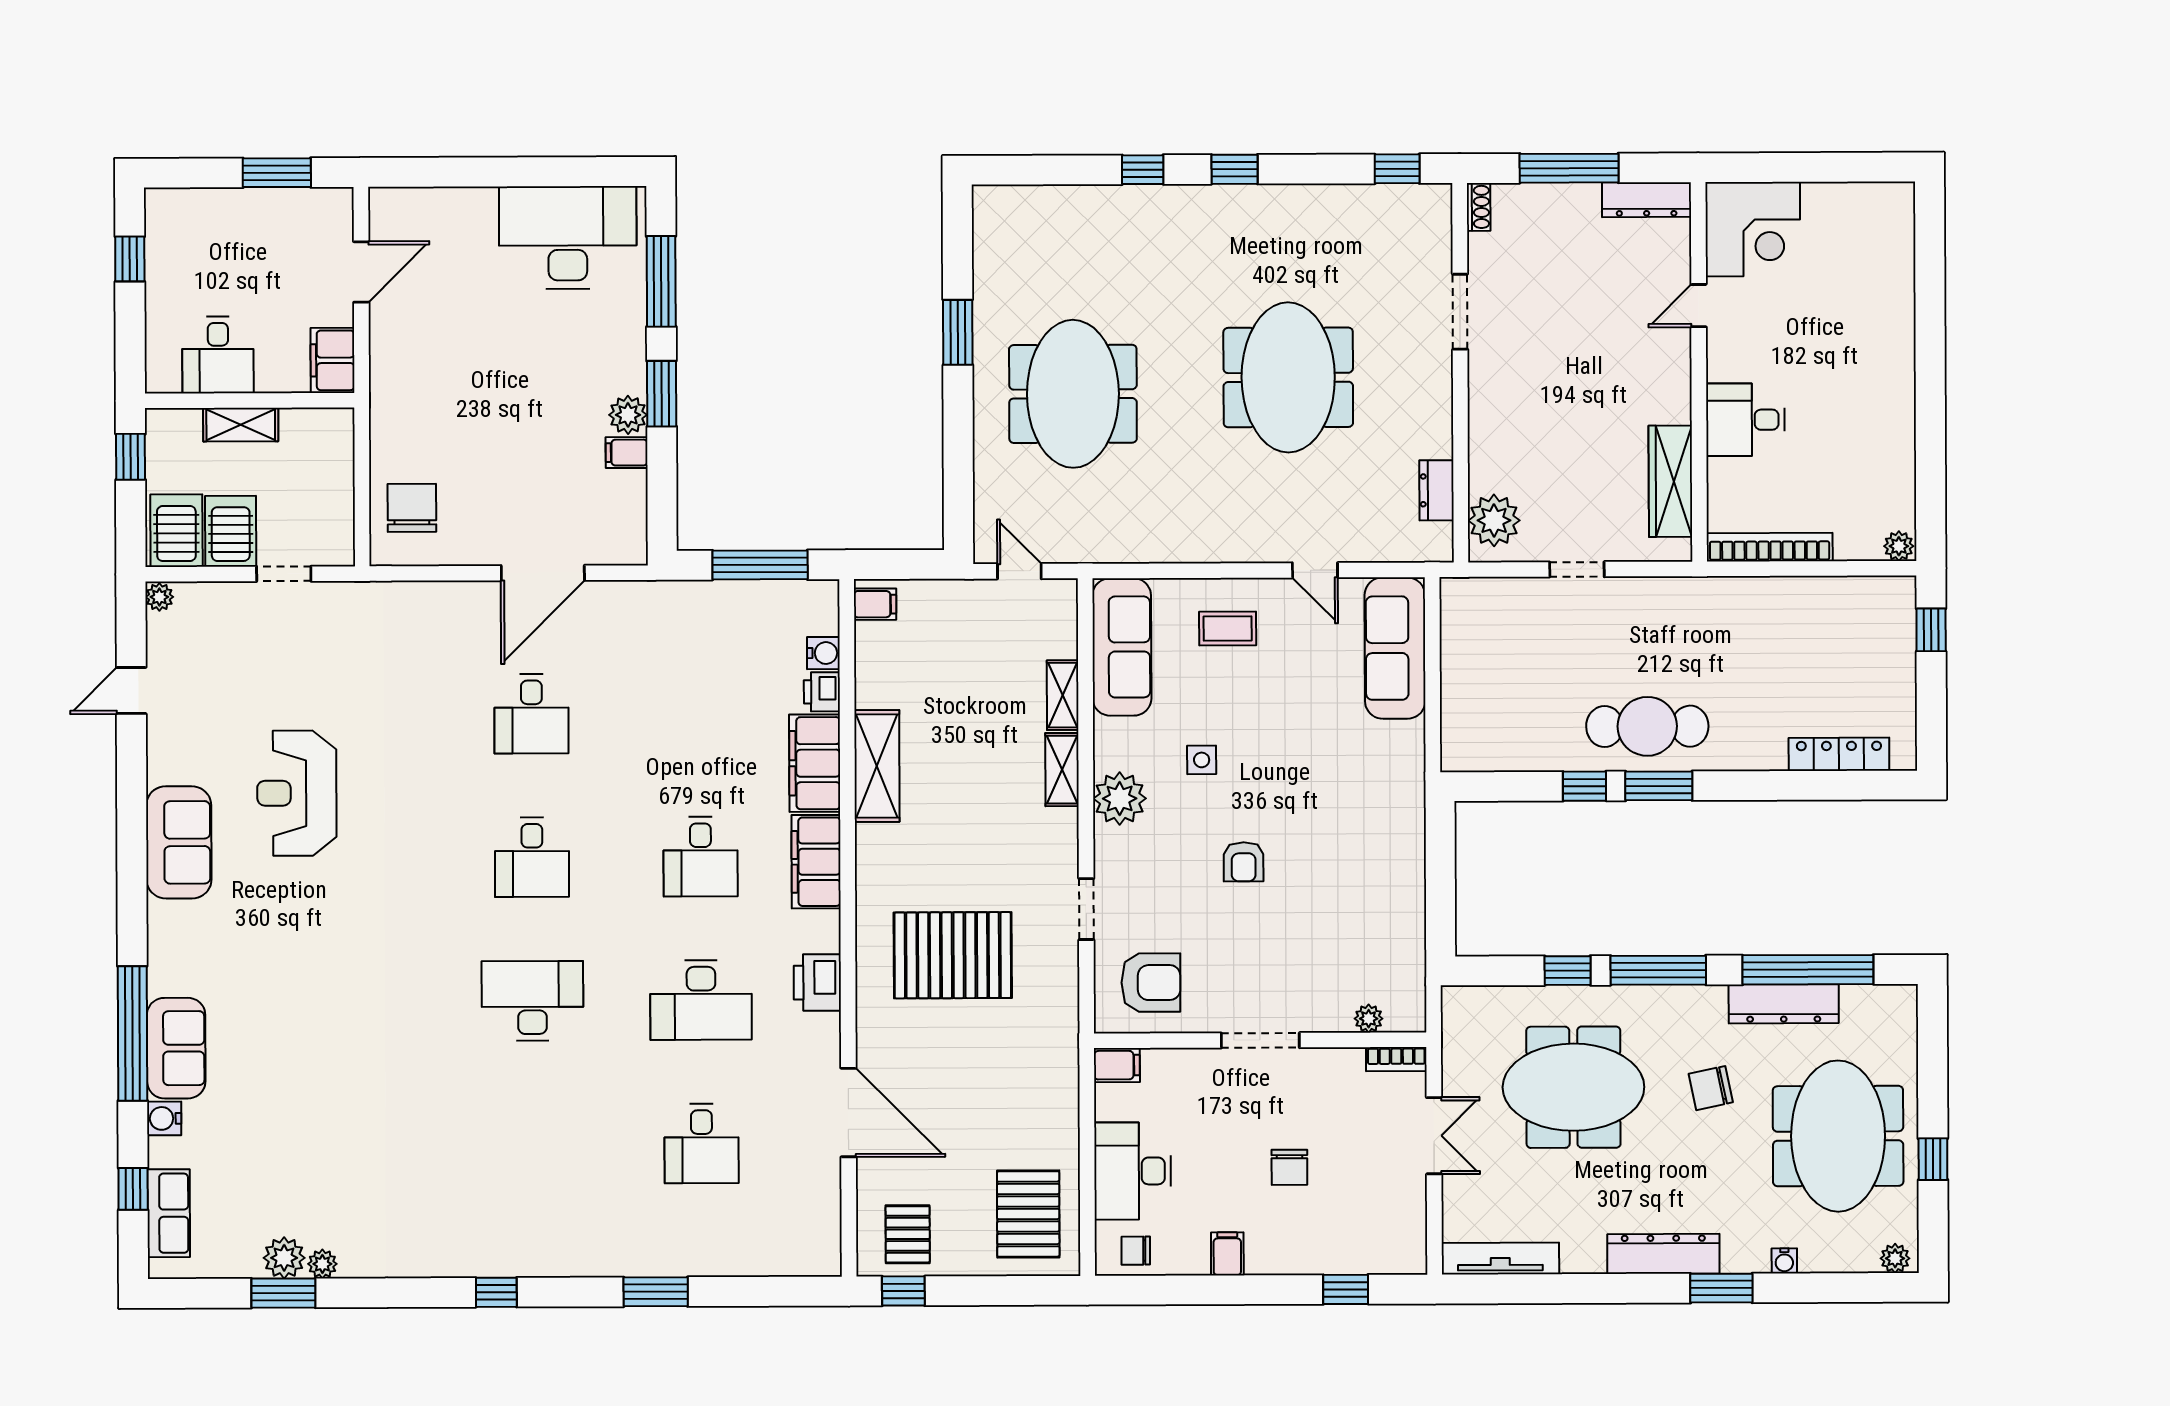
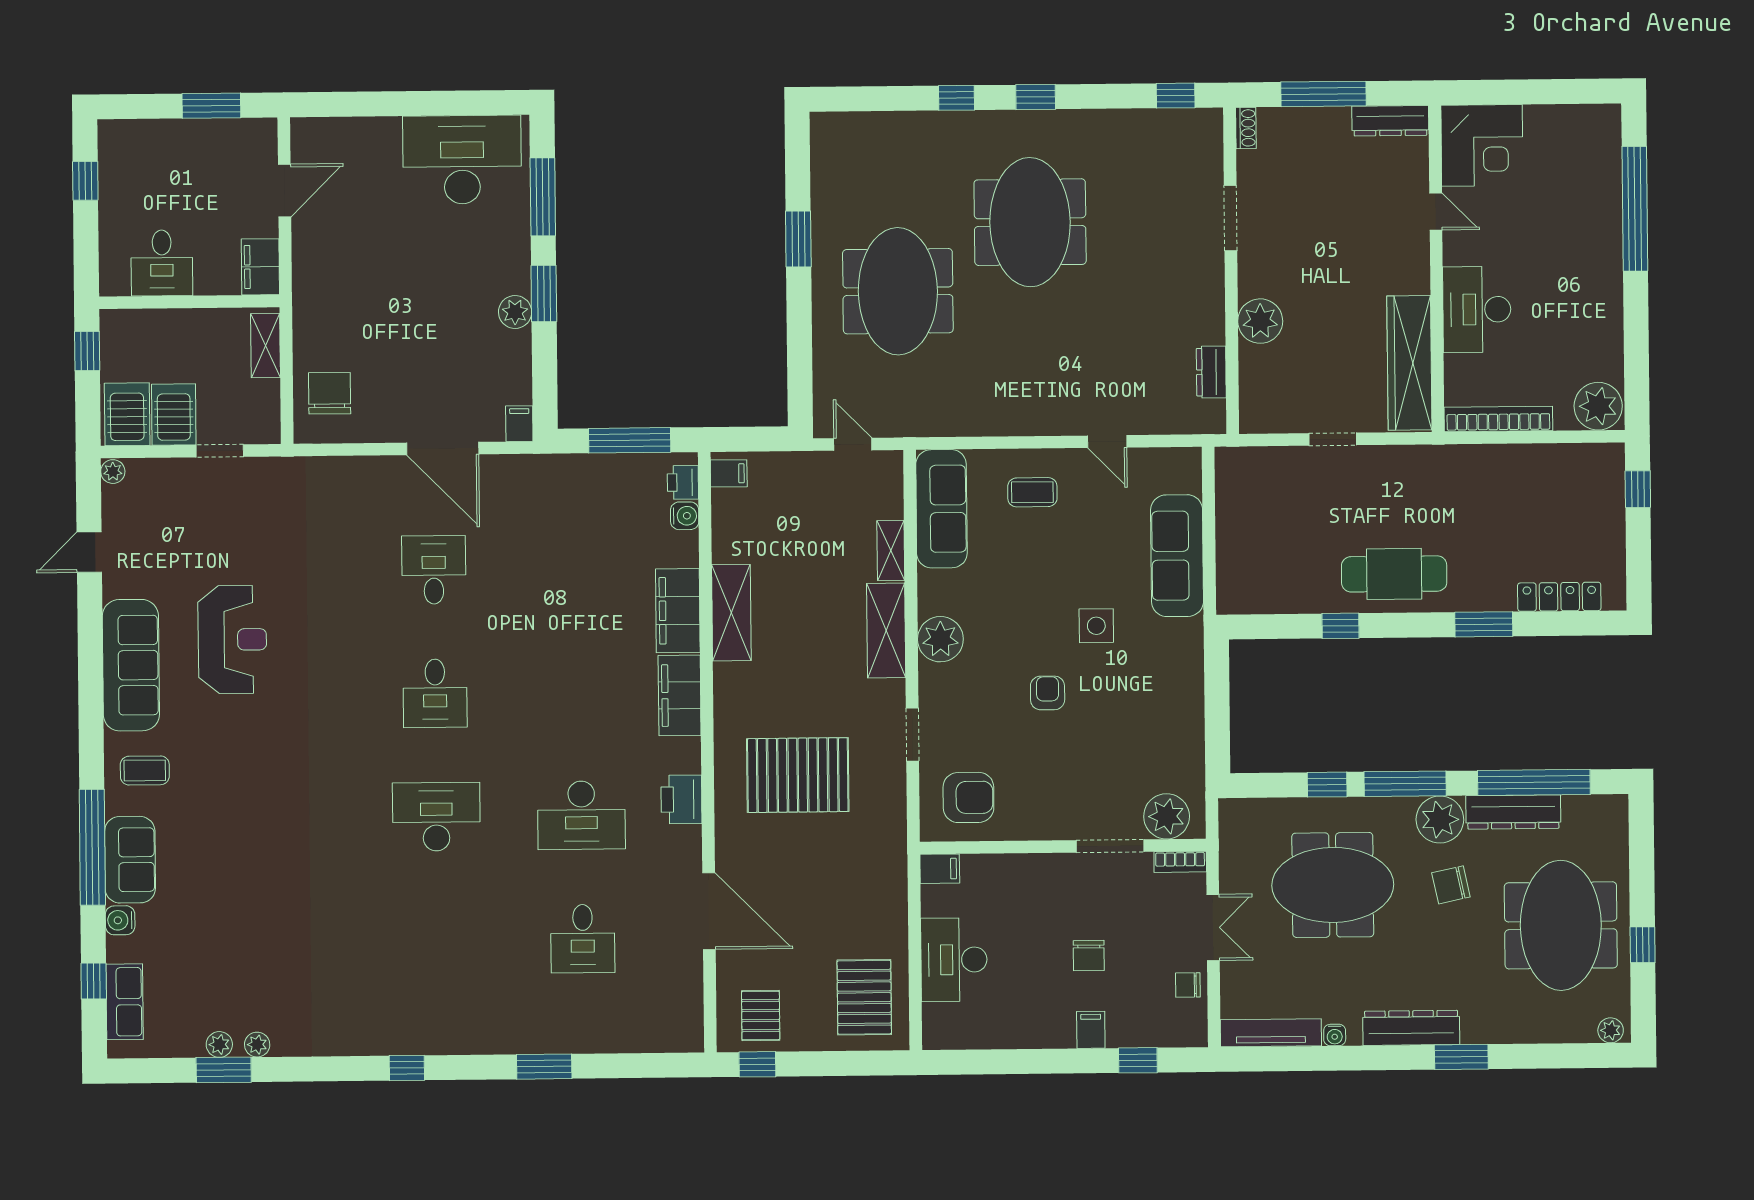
window: (1930, 304) -> (1635, 209), added
door: (1699, 306) -> (1436, 212), swing flipped
meeting table: (1288, 377) -> (1030, 222), moved
desk: (1745, 420) -> (1477, 309), width x1.37
shelving: (241, 425) -> (265, 346), moved, turned 90
filing cabinet: (627, 453) -> (519, 424), moved, turned 90
wardrobe: (1670, 481) -> (1409, 363), width x1.40, depth x1.17
plant: (1494, 520) -> (1260, 321), moved
plant: (1899, 546) -> (1598, 406), width x1.88, depth x1.88
door: (543, 573) -> (443, 449), hinge flipped
sofa: (1395, 648) -> (1177, 556), moved
printer: (822, 692) -> (683, 482), moved
desk: (531, 714) -> (434, 570), turned 180
side table: (1202, 760) -> (1096, 626), moved, width x1.37, depth x1.37
shelving: (1062, 770) -> (886, 631), width x1.50, depth x1.33
window: (1659, 786) -> (1484, 624), moved
reception desk: (297, 793) -> (232, 640), turned 180
sofa: (179, 842) -> (131, 665), width x1.36
desk: (700, 857) -> (580, 692), removed
armchair: (1244, 862) -> (1048, 693), turned 180
coffee table: (194, 945) -> (145, 770), added
plant: (1698, 1012) -> (1440, 820), added
plant: (1369, 1019) -> (1167, 816), width x1.88, depth x1.88
doorway: (1260, 1040) -> (1110, 846), moved
chair: (1136, 1251) -> (1188, 985), moved
filing cabinet: (1227, 1254) -> (1091, 1030), moved
plant: (284, 1258) -> (219, 1044), width x0.73, depth x0.73
water cooler: (1784, 1261) -> (1335, 1035), moved

